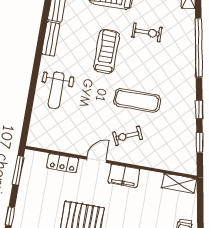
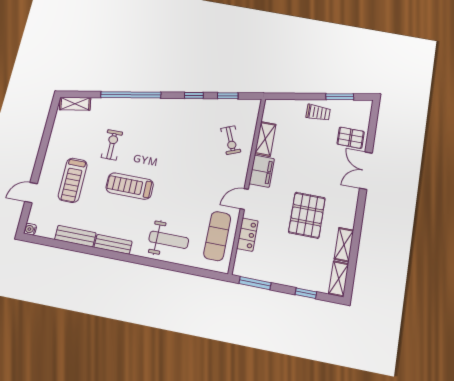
exercise mat: (137, 100) -> (217, 236), moved
exercise bike: (127, 136) -> (231, 140), moved
door: (96, 160) -> (244, 199), hinge flipped
shelving: (179, 183) -> (265, 139), moved

